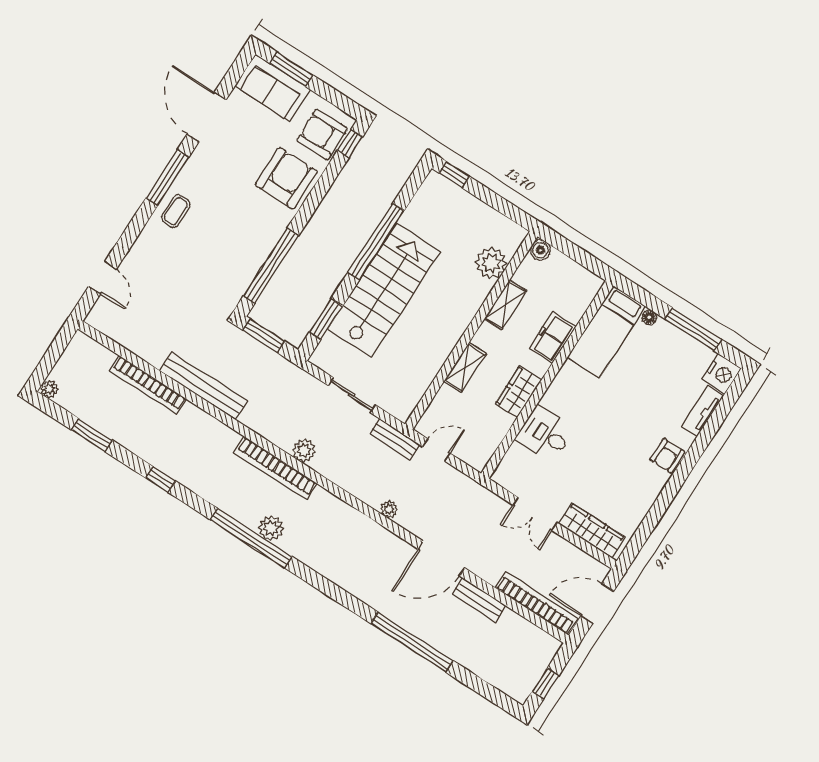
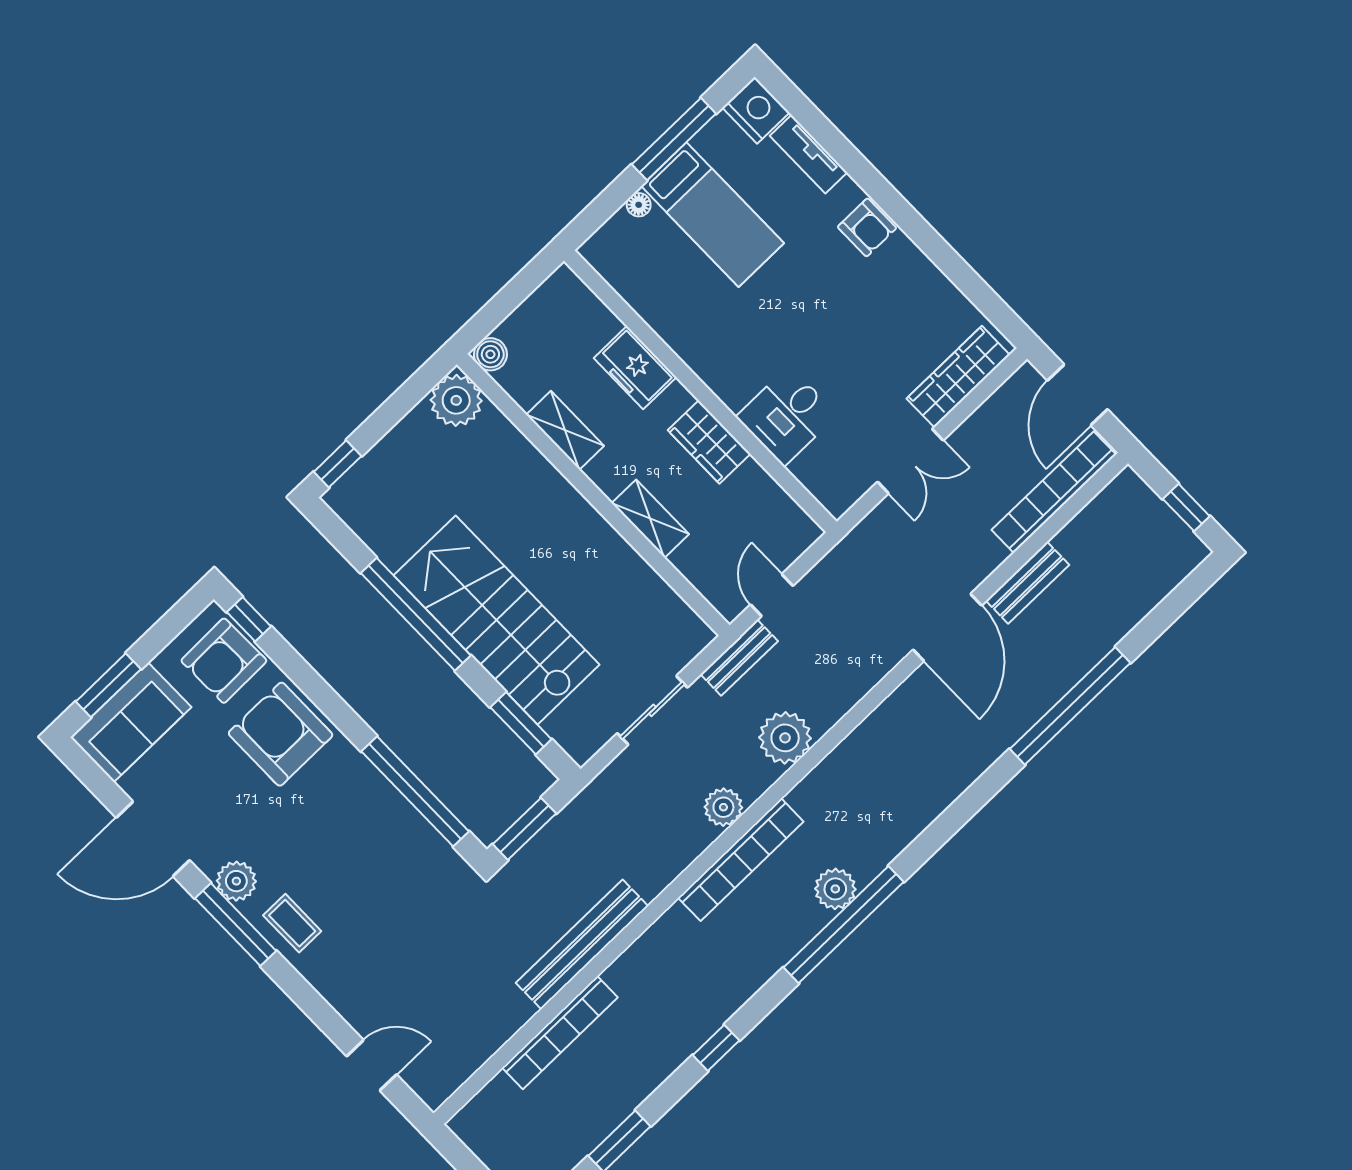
plant: (193, 172) -> (236, 881), added
plant: (491, 263) -> (456, 400), moved
bed: (606, 332) -> (713, 215), moved
plant: (389, 509) -> (785, 738), moved, width x1.88, depth x1.88

